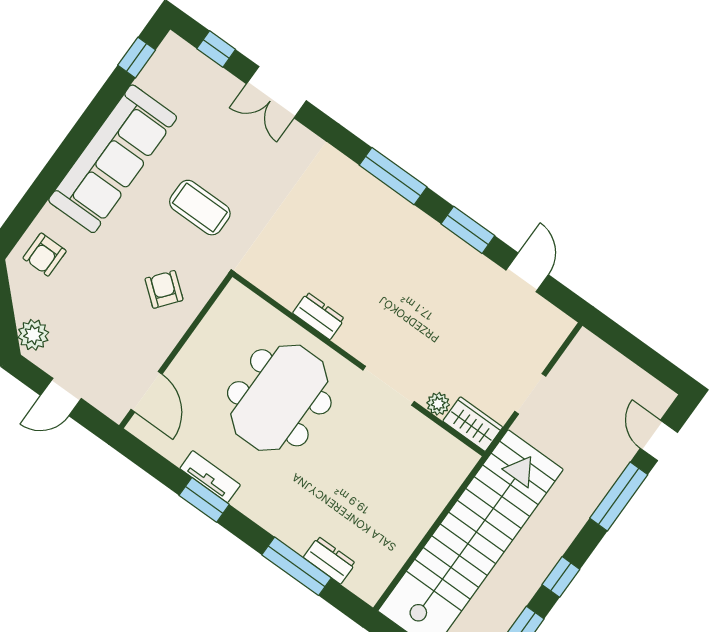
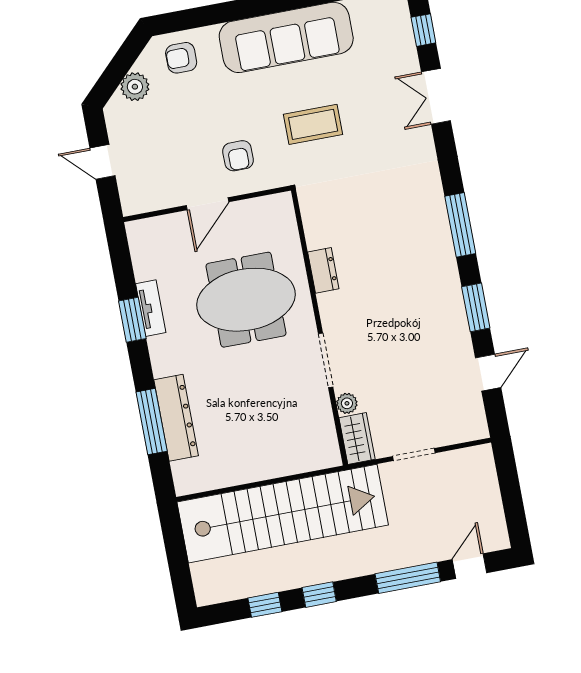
coffee table: (200, 208) -> (313, 124), turned 90
armchair: (164, 289) -> (238, 156), turned 141
plant: (33, 335) -> (135, 87), moved
door: (146, 392) -> (208, 204), moved
dresser: (329, 560) -> (176, 418), width x1.96, depth x1.24

